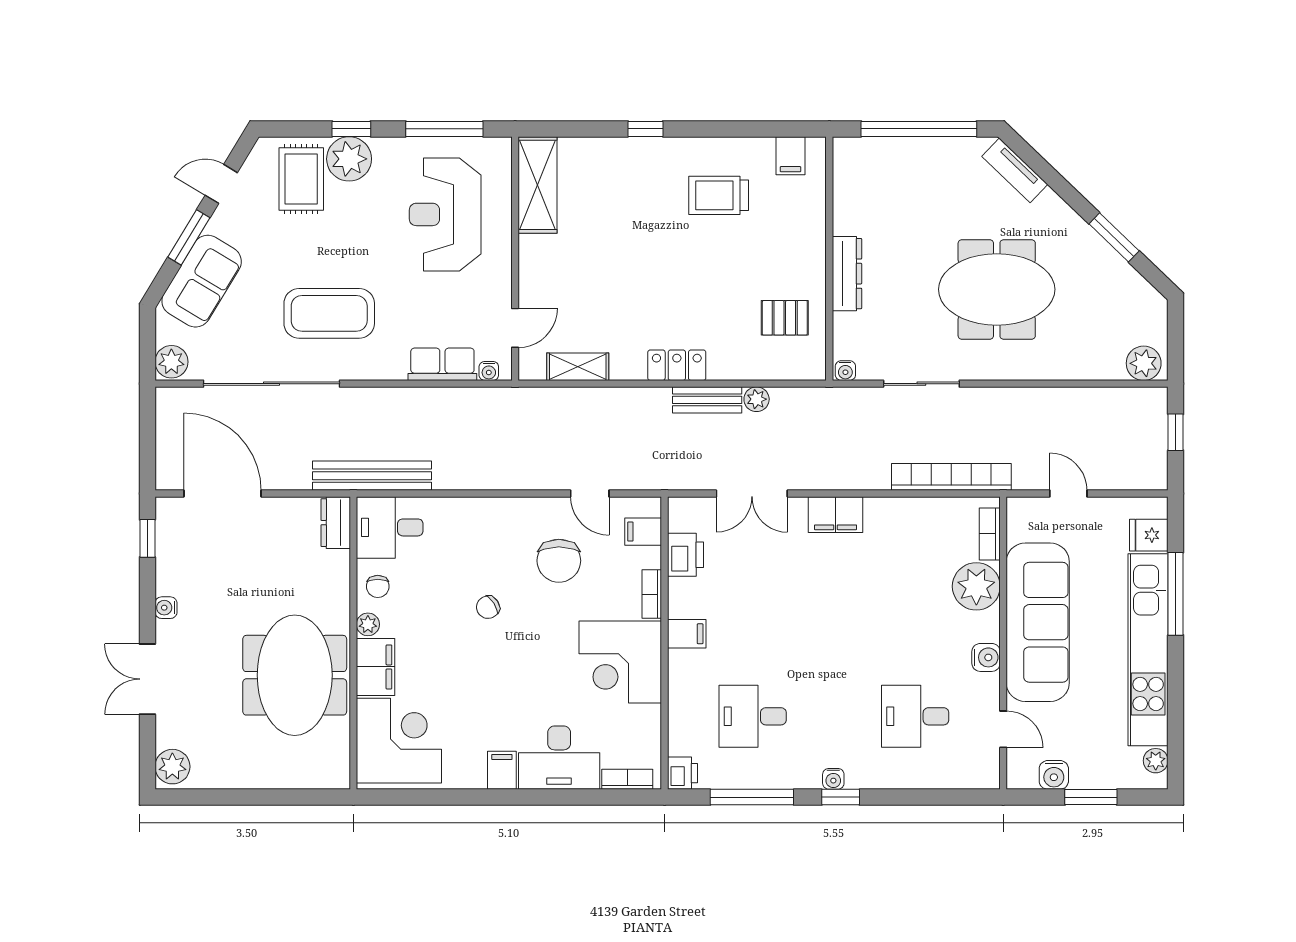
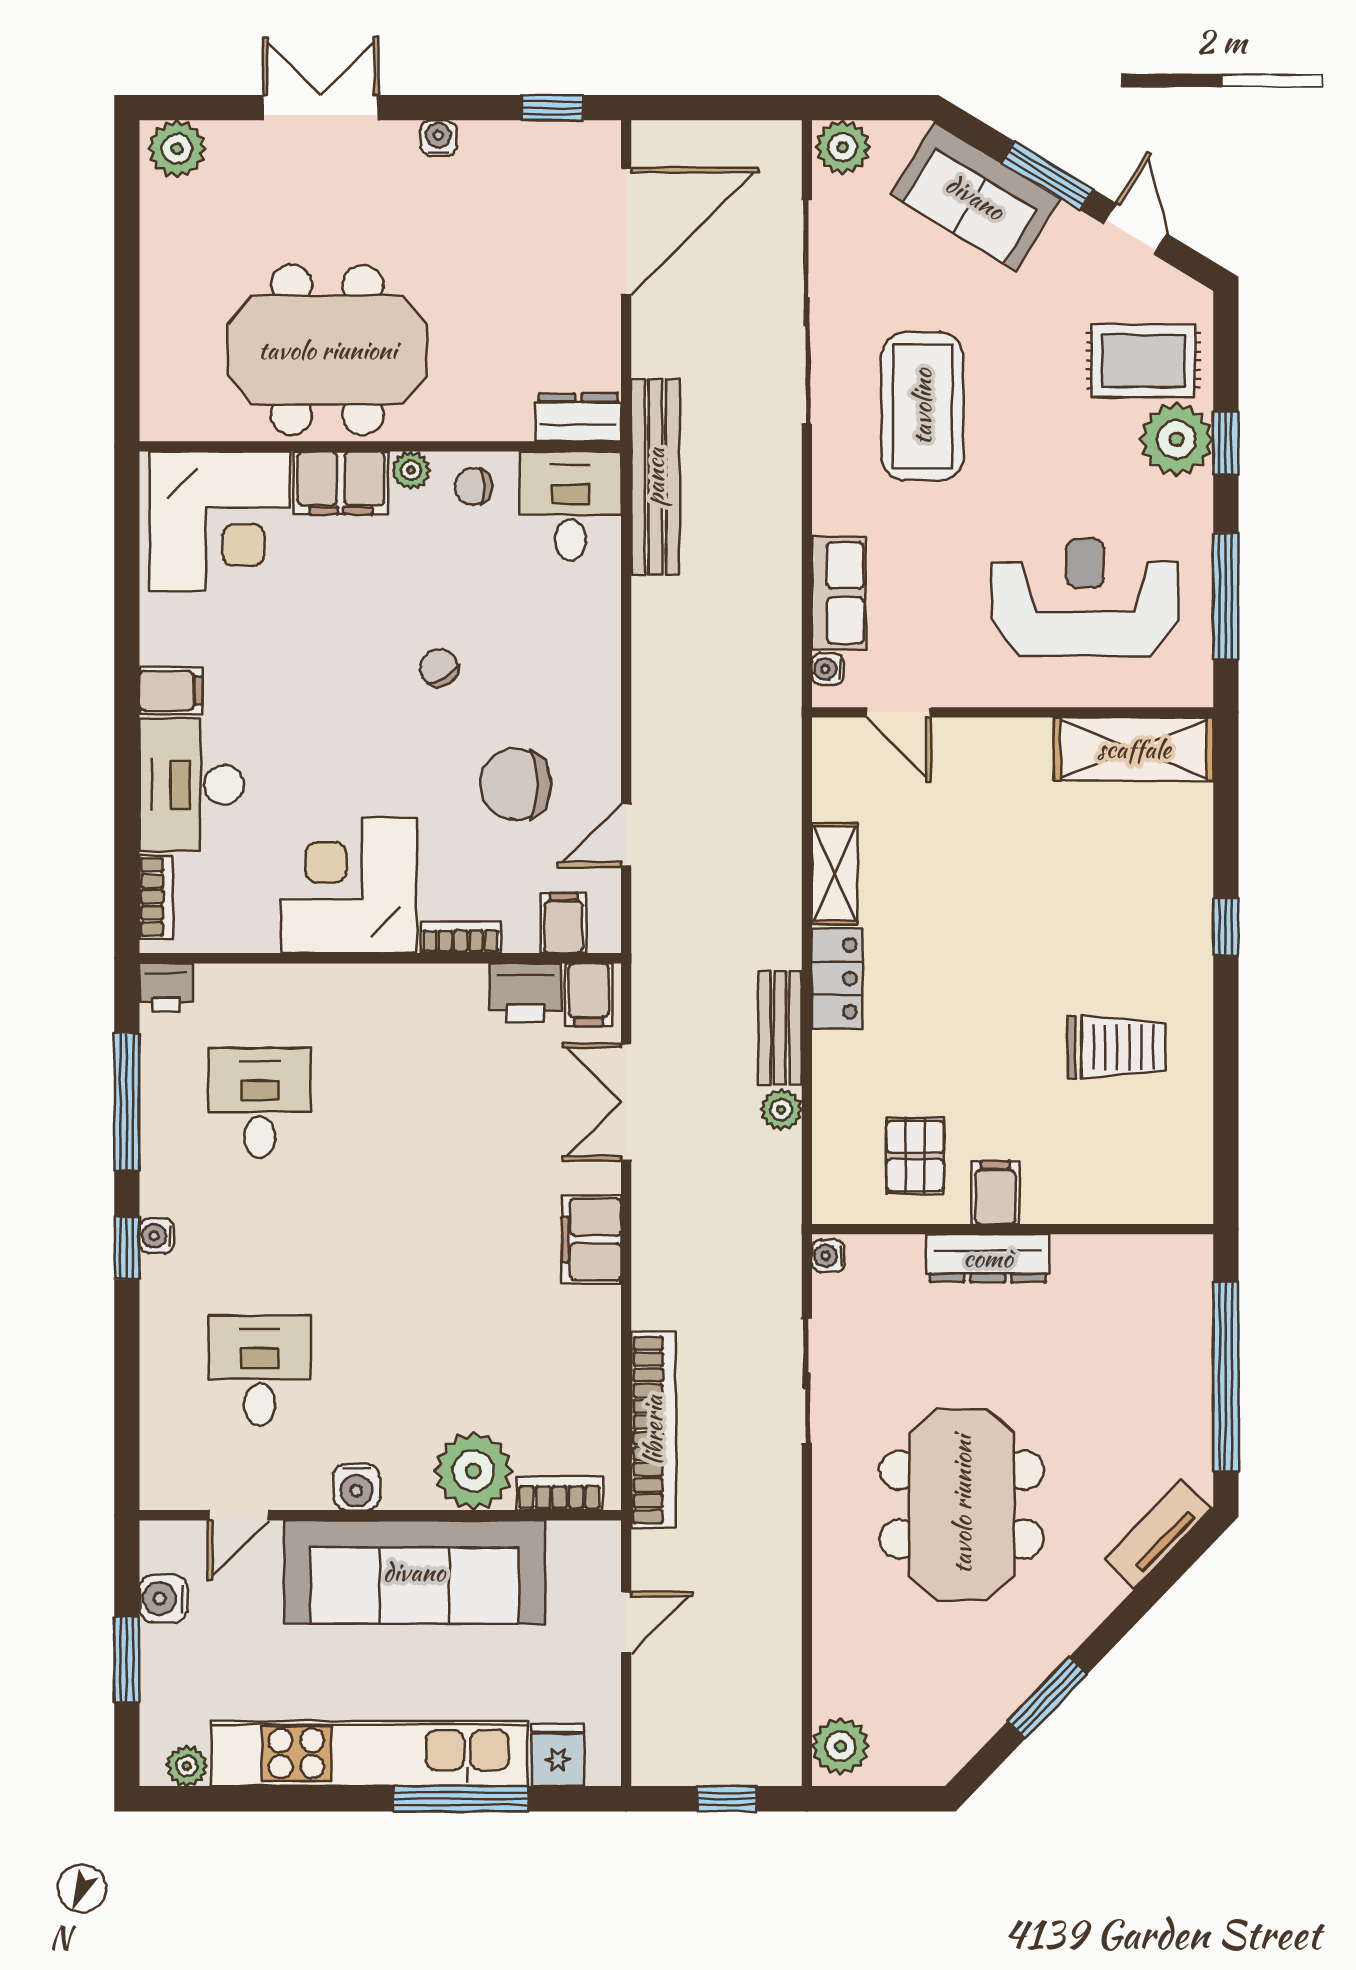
filing cabinet: (790, 156) -> (995, 1193), moved, turned 90
trolley: (719, 195) -> (1117, 1047), turned 90
shelving: (578, 367) -> (835, 873), moved
filing cabinet: (687, 634) -> (589, 995), moved

